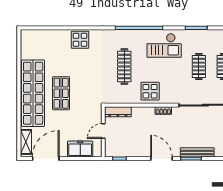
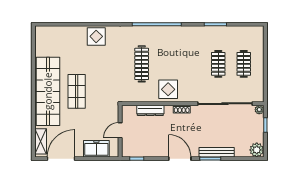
checkout: (164, 45) -> (183, 42), removed
dresser: (118, 112) -> (150, 110), moved

